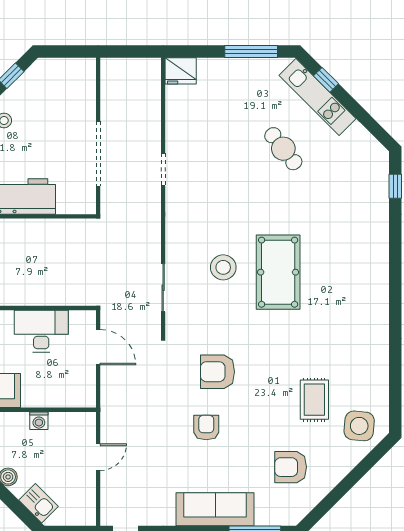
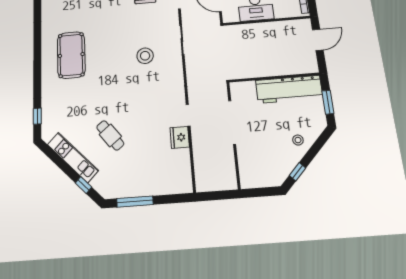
fridge: (181, 71) -> (180, 137), moved, turned -90
kitchen unit: (318, 97) -> (73, 157), moved
pool table: (278, 272) -> (71, 55), moved

